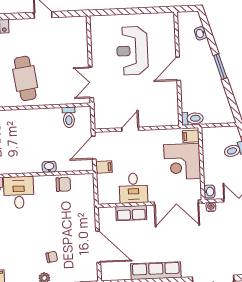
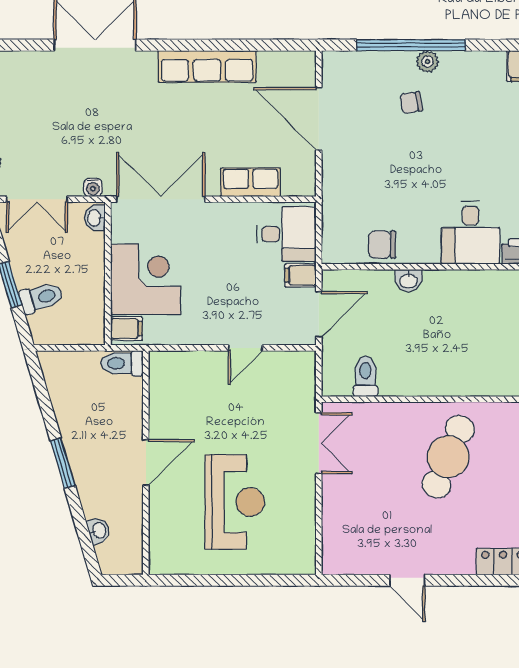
cafe table: (25, 78) -> (448, 457), turned 31
desk: (133, 188) -> (287, 234), moved, turned 90

